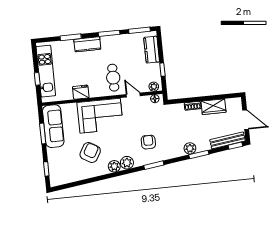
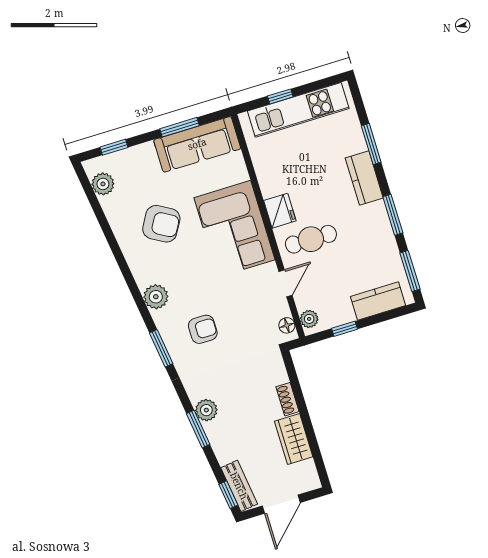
fridge: (81, 92) -> (280, 211), moved
bench: (228, 140) -> (239, 486), width x0.73
plant: (114, 166) -> (103, 184), moved

